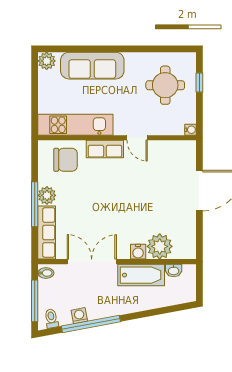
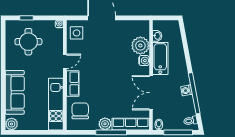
side table: (178, 155) -> (77, 33), added
washing machine: (79, 316) -> (186, 90), moved

